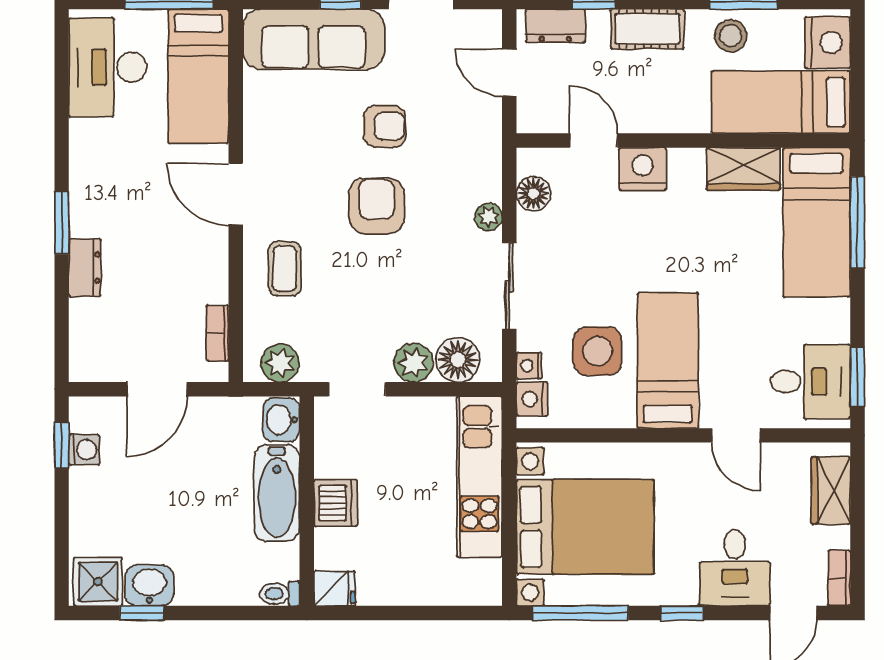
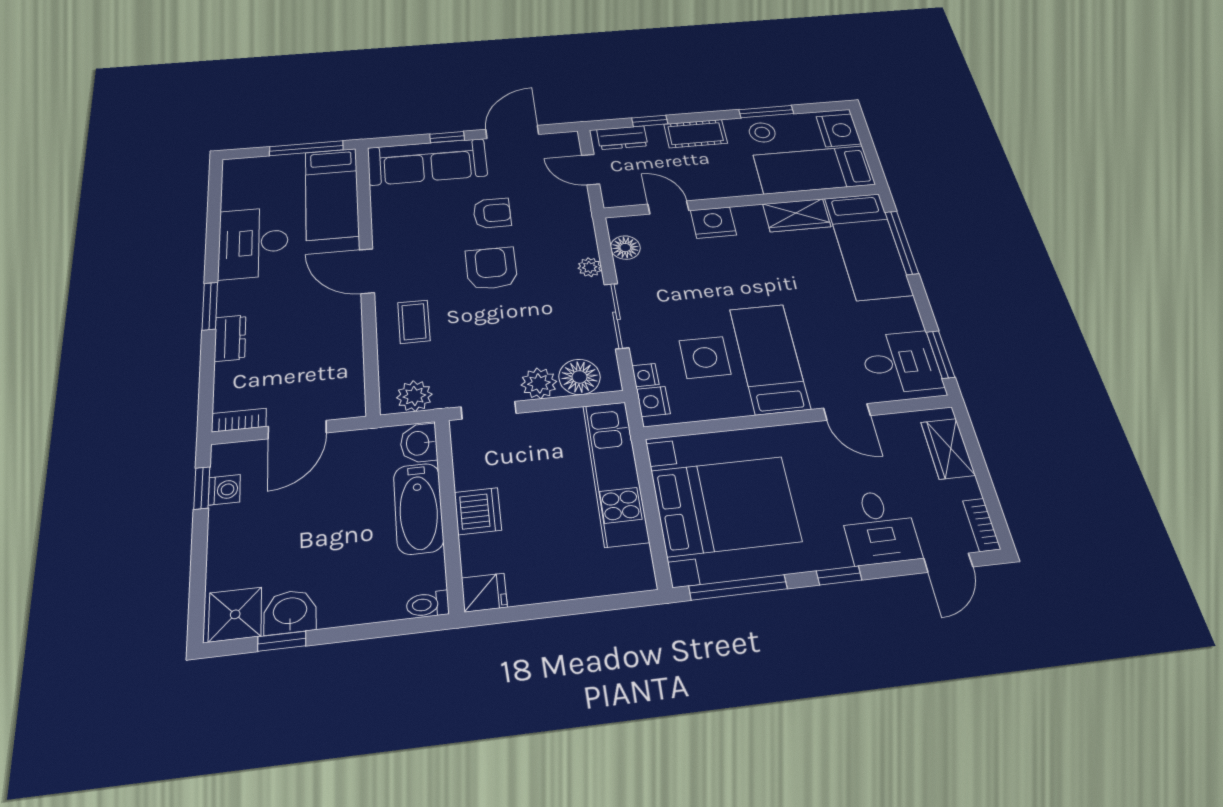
desk: (108, 67) -> (253, 243), moved
bookcase: (217, 333) -> (239, 420), moved, turned 90

